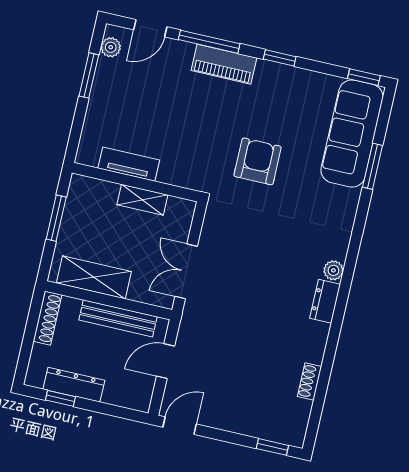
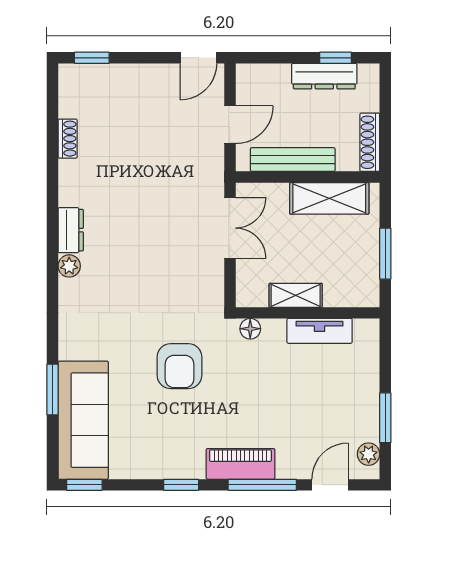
floor lamp: (189, 180) -> (250, 329), added

